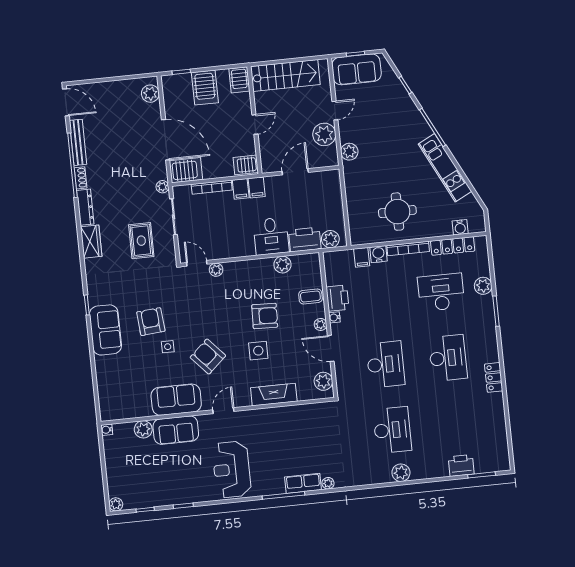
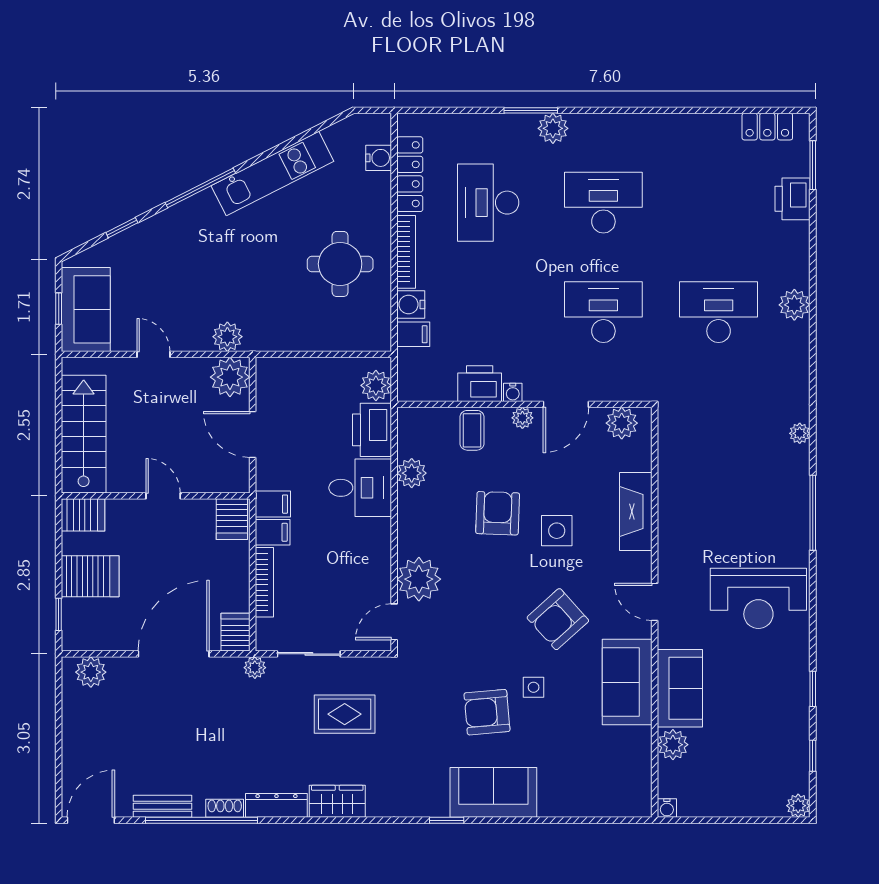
plant: (324, 134) -> (230, 377), moved
bench: (78, 142) -> (162, 806), width x0.73
server rack: (186, 170) -> (236, 632), width x0.73, depth x0.70
plant: (216, 270) -> (419, 579), width x1.87, depth x1.87
plant: (483, 286) -> (553, 128), moved
locker: (494, 377) -> (767, 127), moved
row of seats: (303, 483) -> (795, 477), removed

